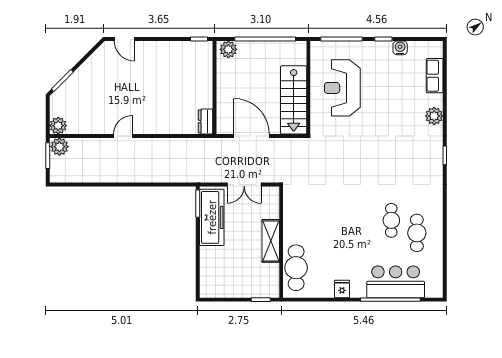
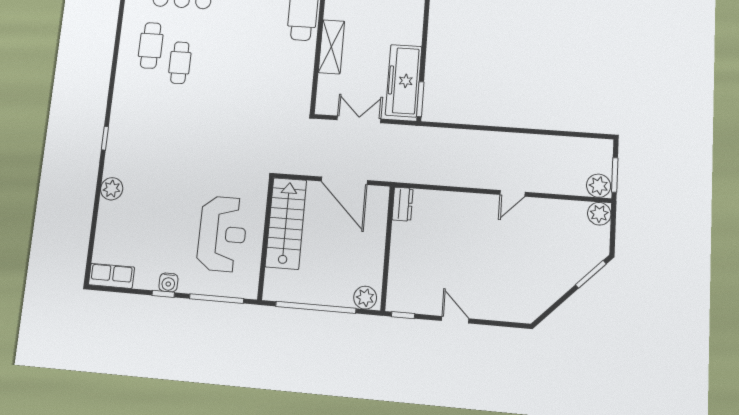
door: (124, 39) -> (455, 320), moved
water cooler: (400, 48) -> (168, 282), moved
row of seats: (435, 76) -> (111, 276), moved, turned -90

